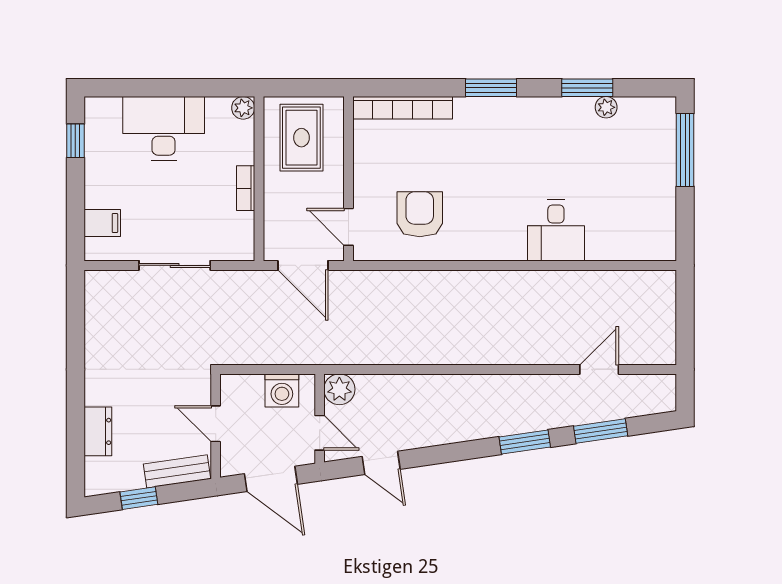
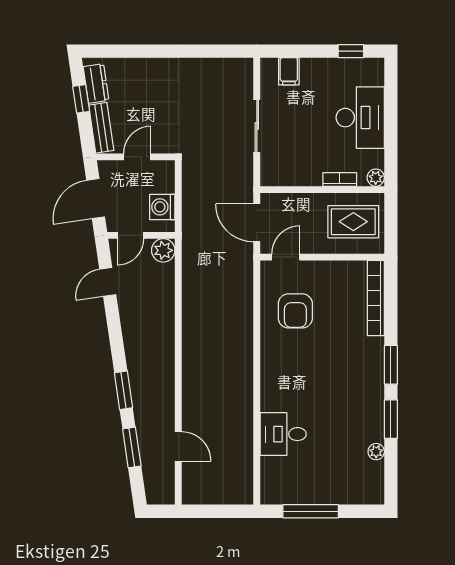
window: (587, 88) -> (391, 419), moved
window: (685, 150) -> (311, 511), moved
bookcase: (246, 188) -> (340, 179), moved
armchair: (420, 214) -> (295, 311), turned 90
desk: (556, 231) -> (283, 434), moved
door: (303, 265) -> (257, 223), hinge flipped
dresser: (98, 431) -> (96, 84), moved, turned -98

